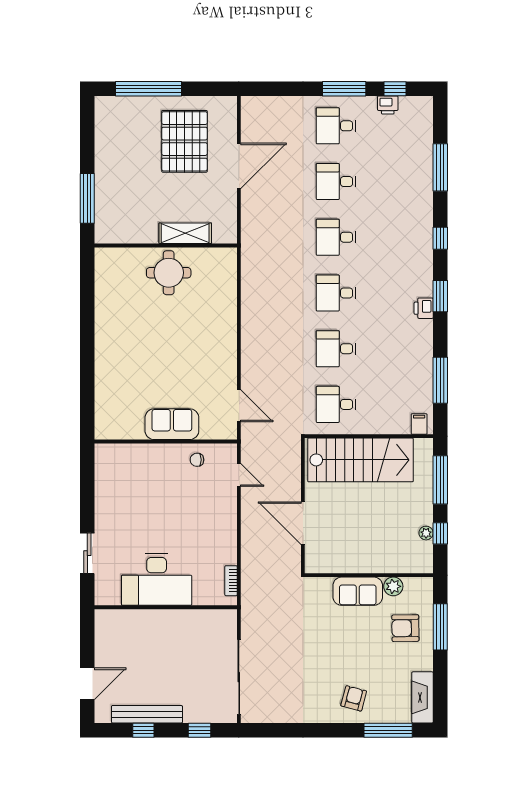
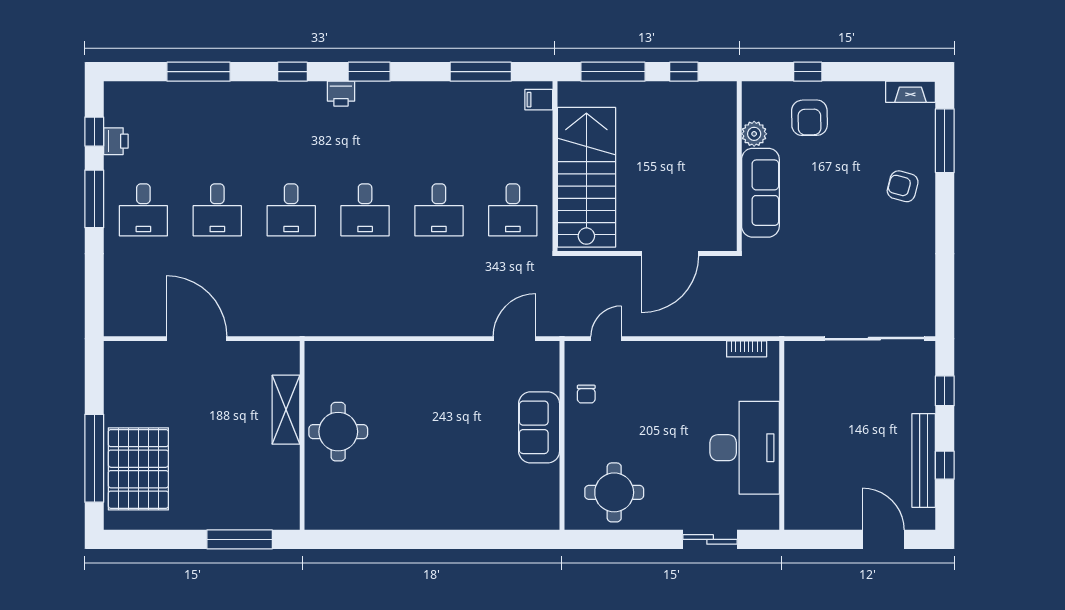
pallet: (184, 141) -> (138, 469), moved, turned 90
printer: (424, 308) -> (341, 94), moved
round table: (123, 481) -> (614, 492), added
plant: (426, 533) -> (683, 90), removed
sofa: (358, 591) -> (760, 193), width x1.36
window: (440, 627) -> (808, 72), width x0.46
fireplace: (422, 697) -> (910, 92), width x0.73, depth x0.76

